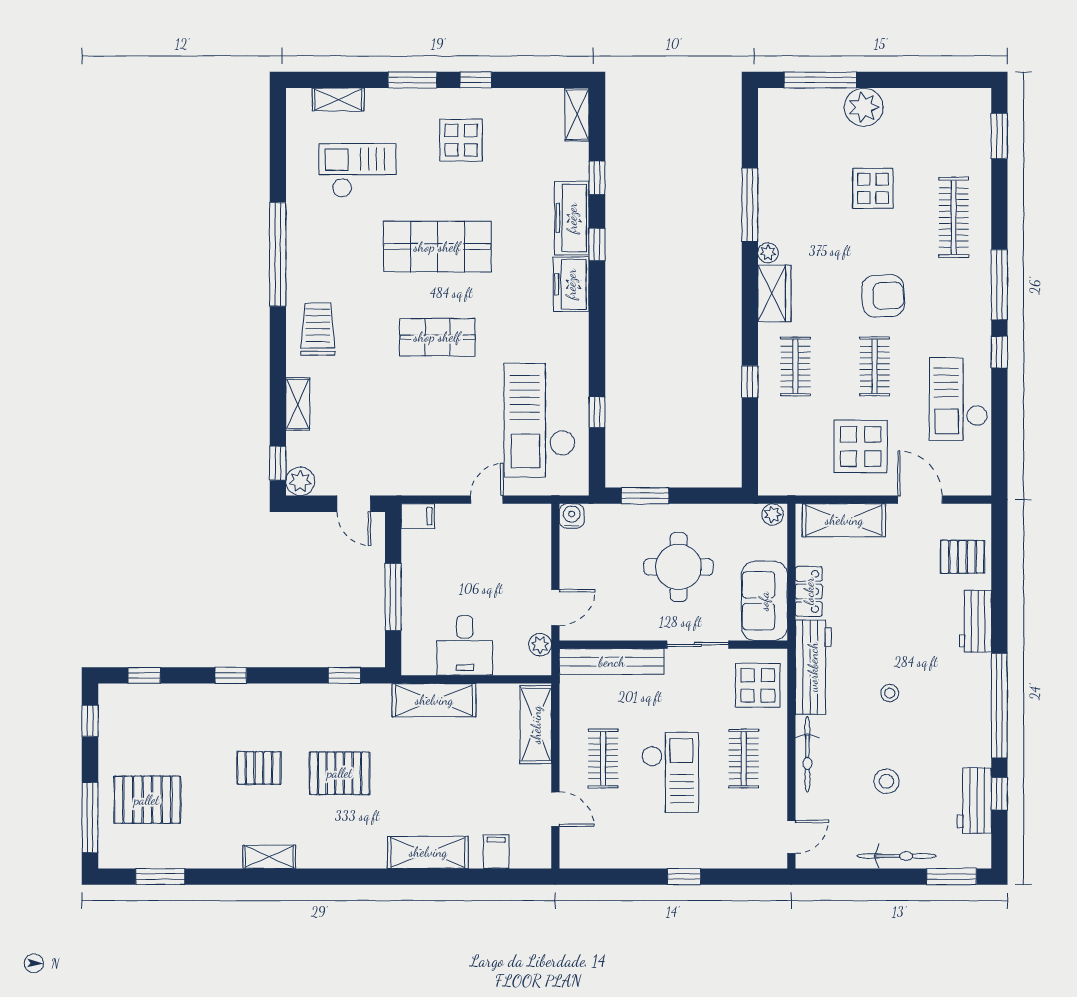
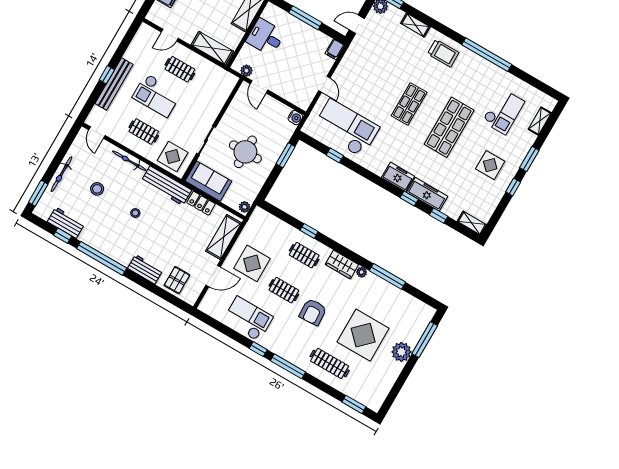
display table: (873, 188) -> (363, 335), width x1.86, depth x1.86
bench: (612, 662) -> (114, 84), moved

